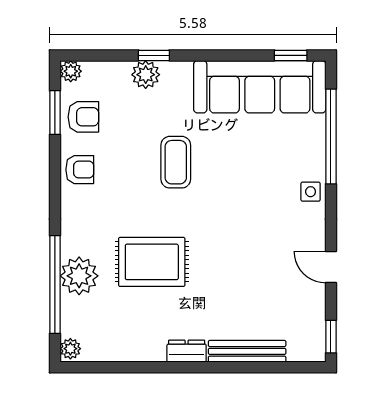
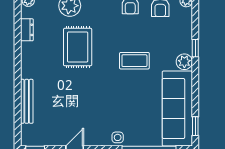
plant: (146, 75) -> (184, 62), moved
dresser: (187, 351) -> (27, 30), moved

